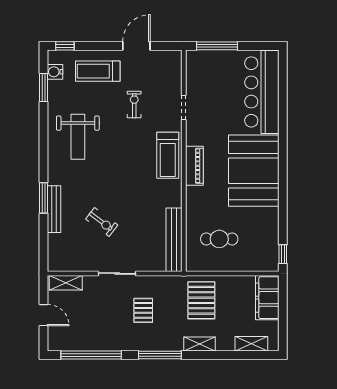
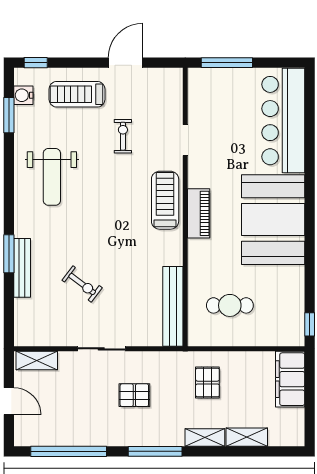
treadmill: (168, 155) -> (165, 200), turned 180
pallet: (201, 300) -> (207, 383), width x0.67, depth x0.71
pallet: (143, 310) -> (134, 395), turned 90
shelving: (251, 344) -> (247, 437), moved

